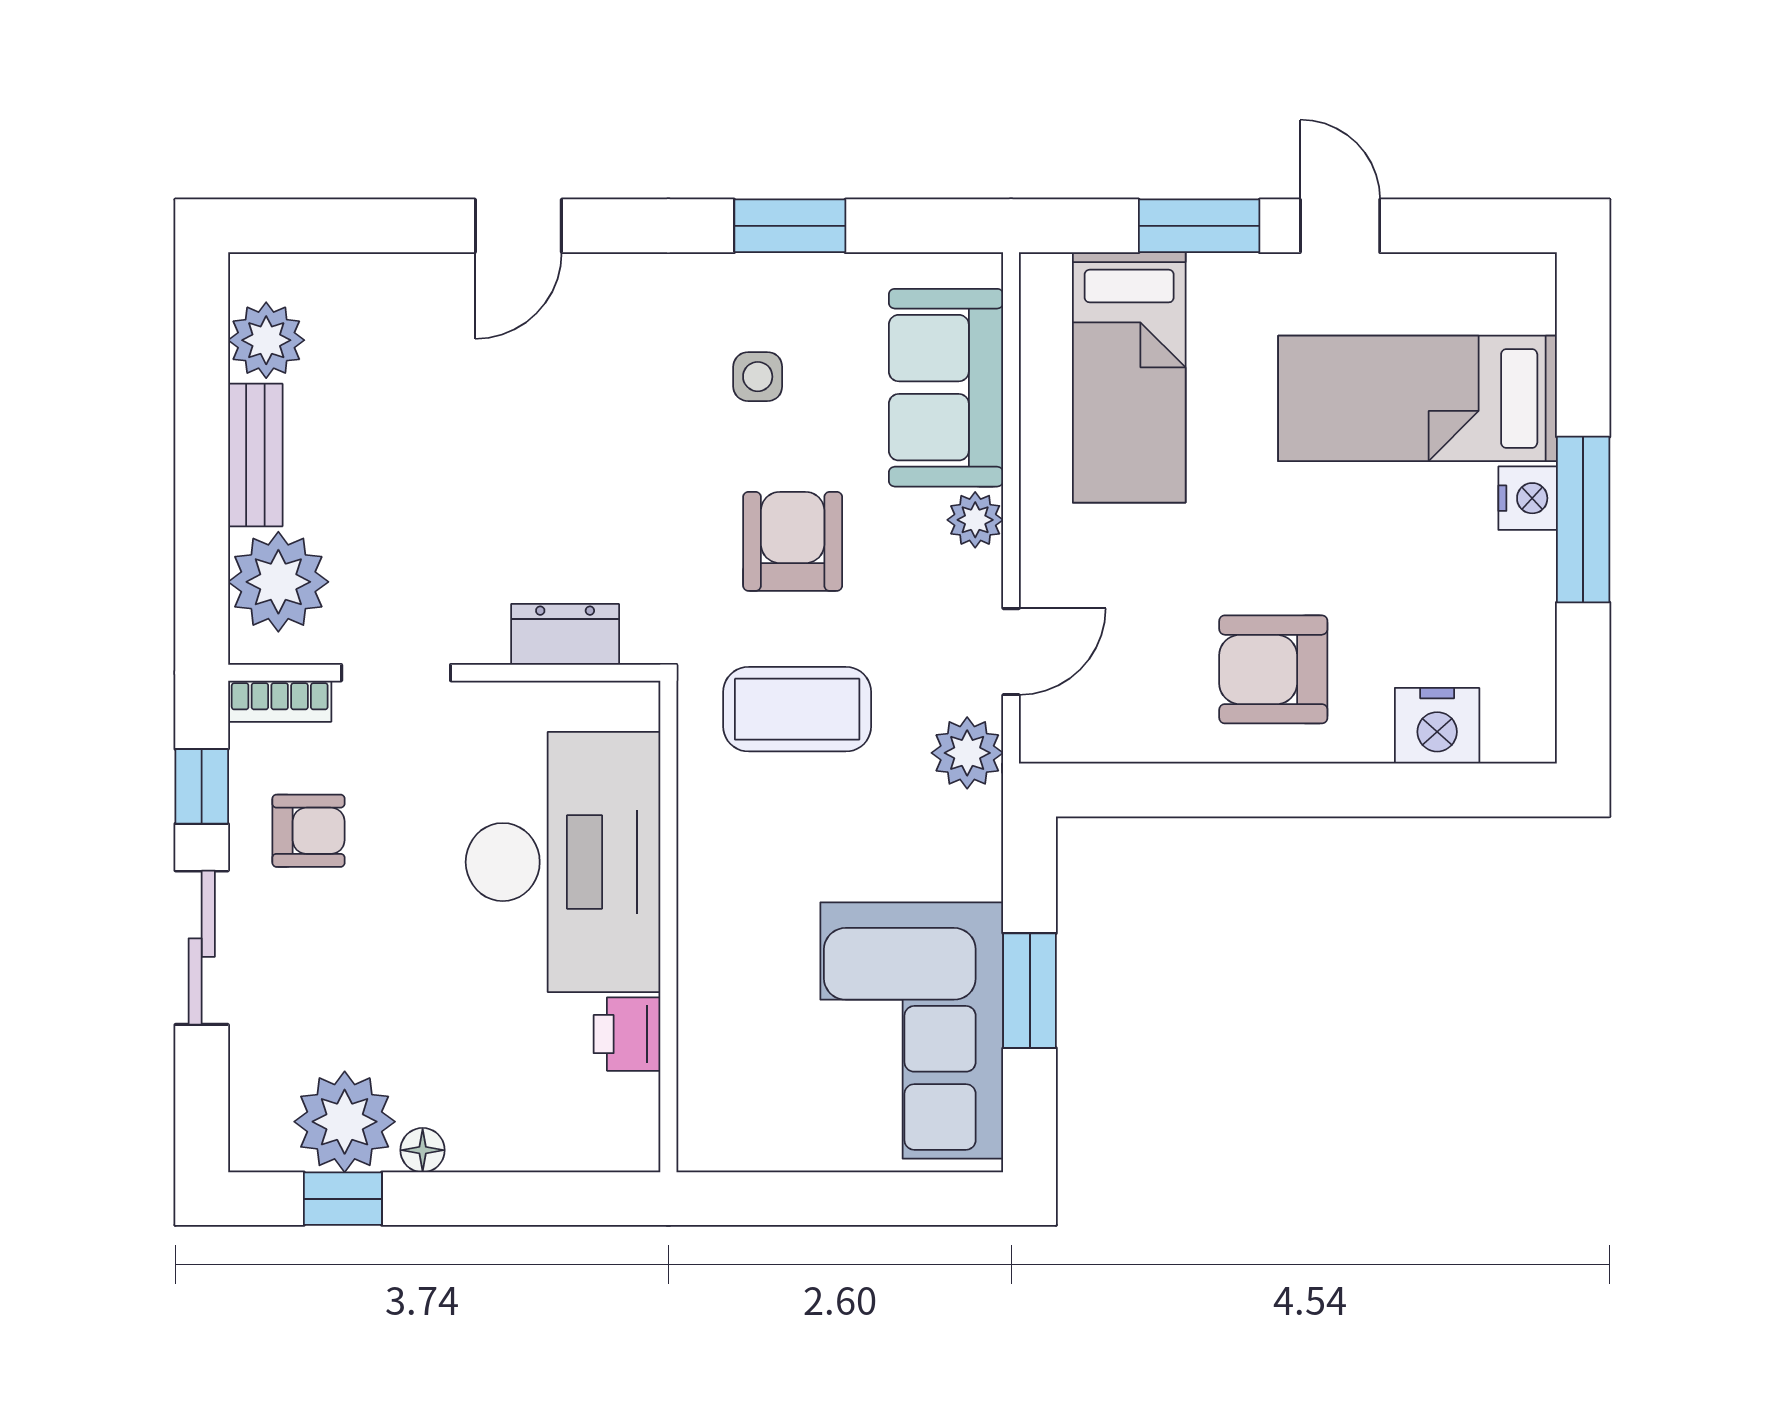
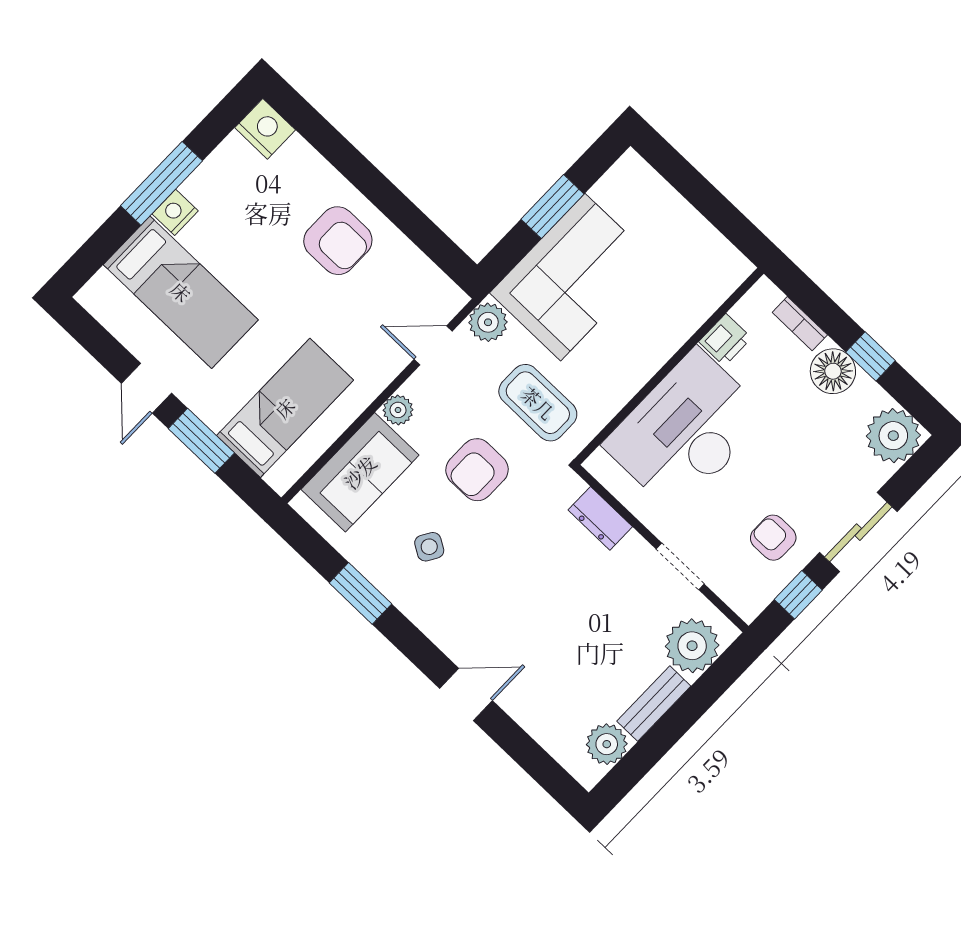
side table: (758, 377) -> (429, 547), turned 31
bookcase: (280, 701) -> (800, 324), moved, turned 180
nightstand: (1437, 726) -> (265, 129), moved
corner sofa: (912, 1030) -> (573, 277), moved
plant: (345, 1122) -> (893, 436), moved
floor lamp: (423, 1150) -> (833, 371), width x1.89, depth x1.89
window: (343, 1199) -> (871, 356), moved

